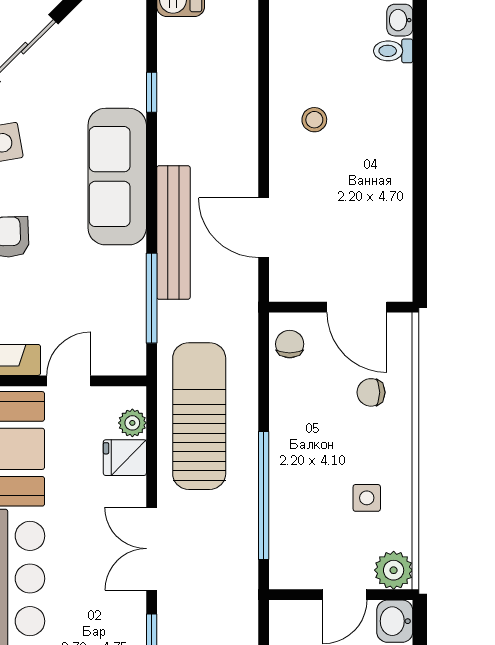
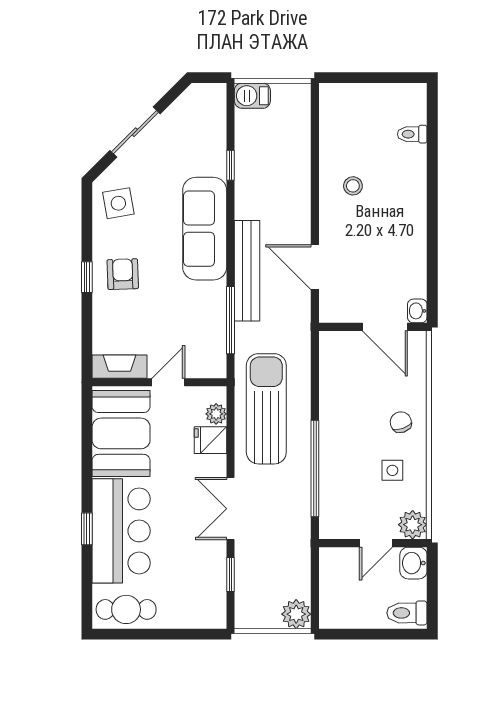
washbasin: (400, 20) -> (417, 311), moved
chair: (290, 344) -> (334, 355), removed
chair: (371, 392) -> (401, 422), moved, turned 71

